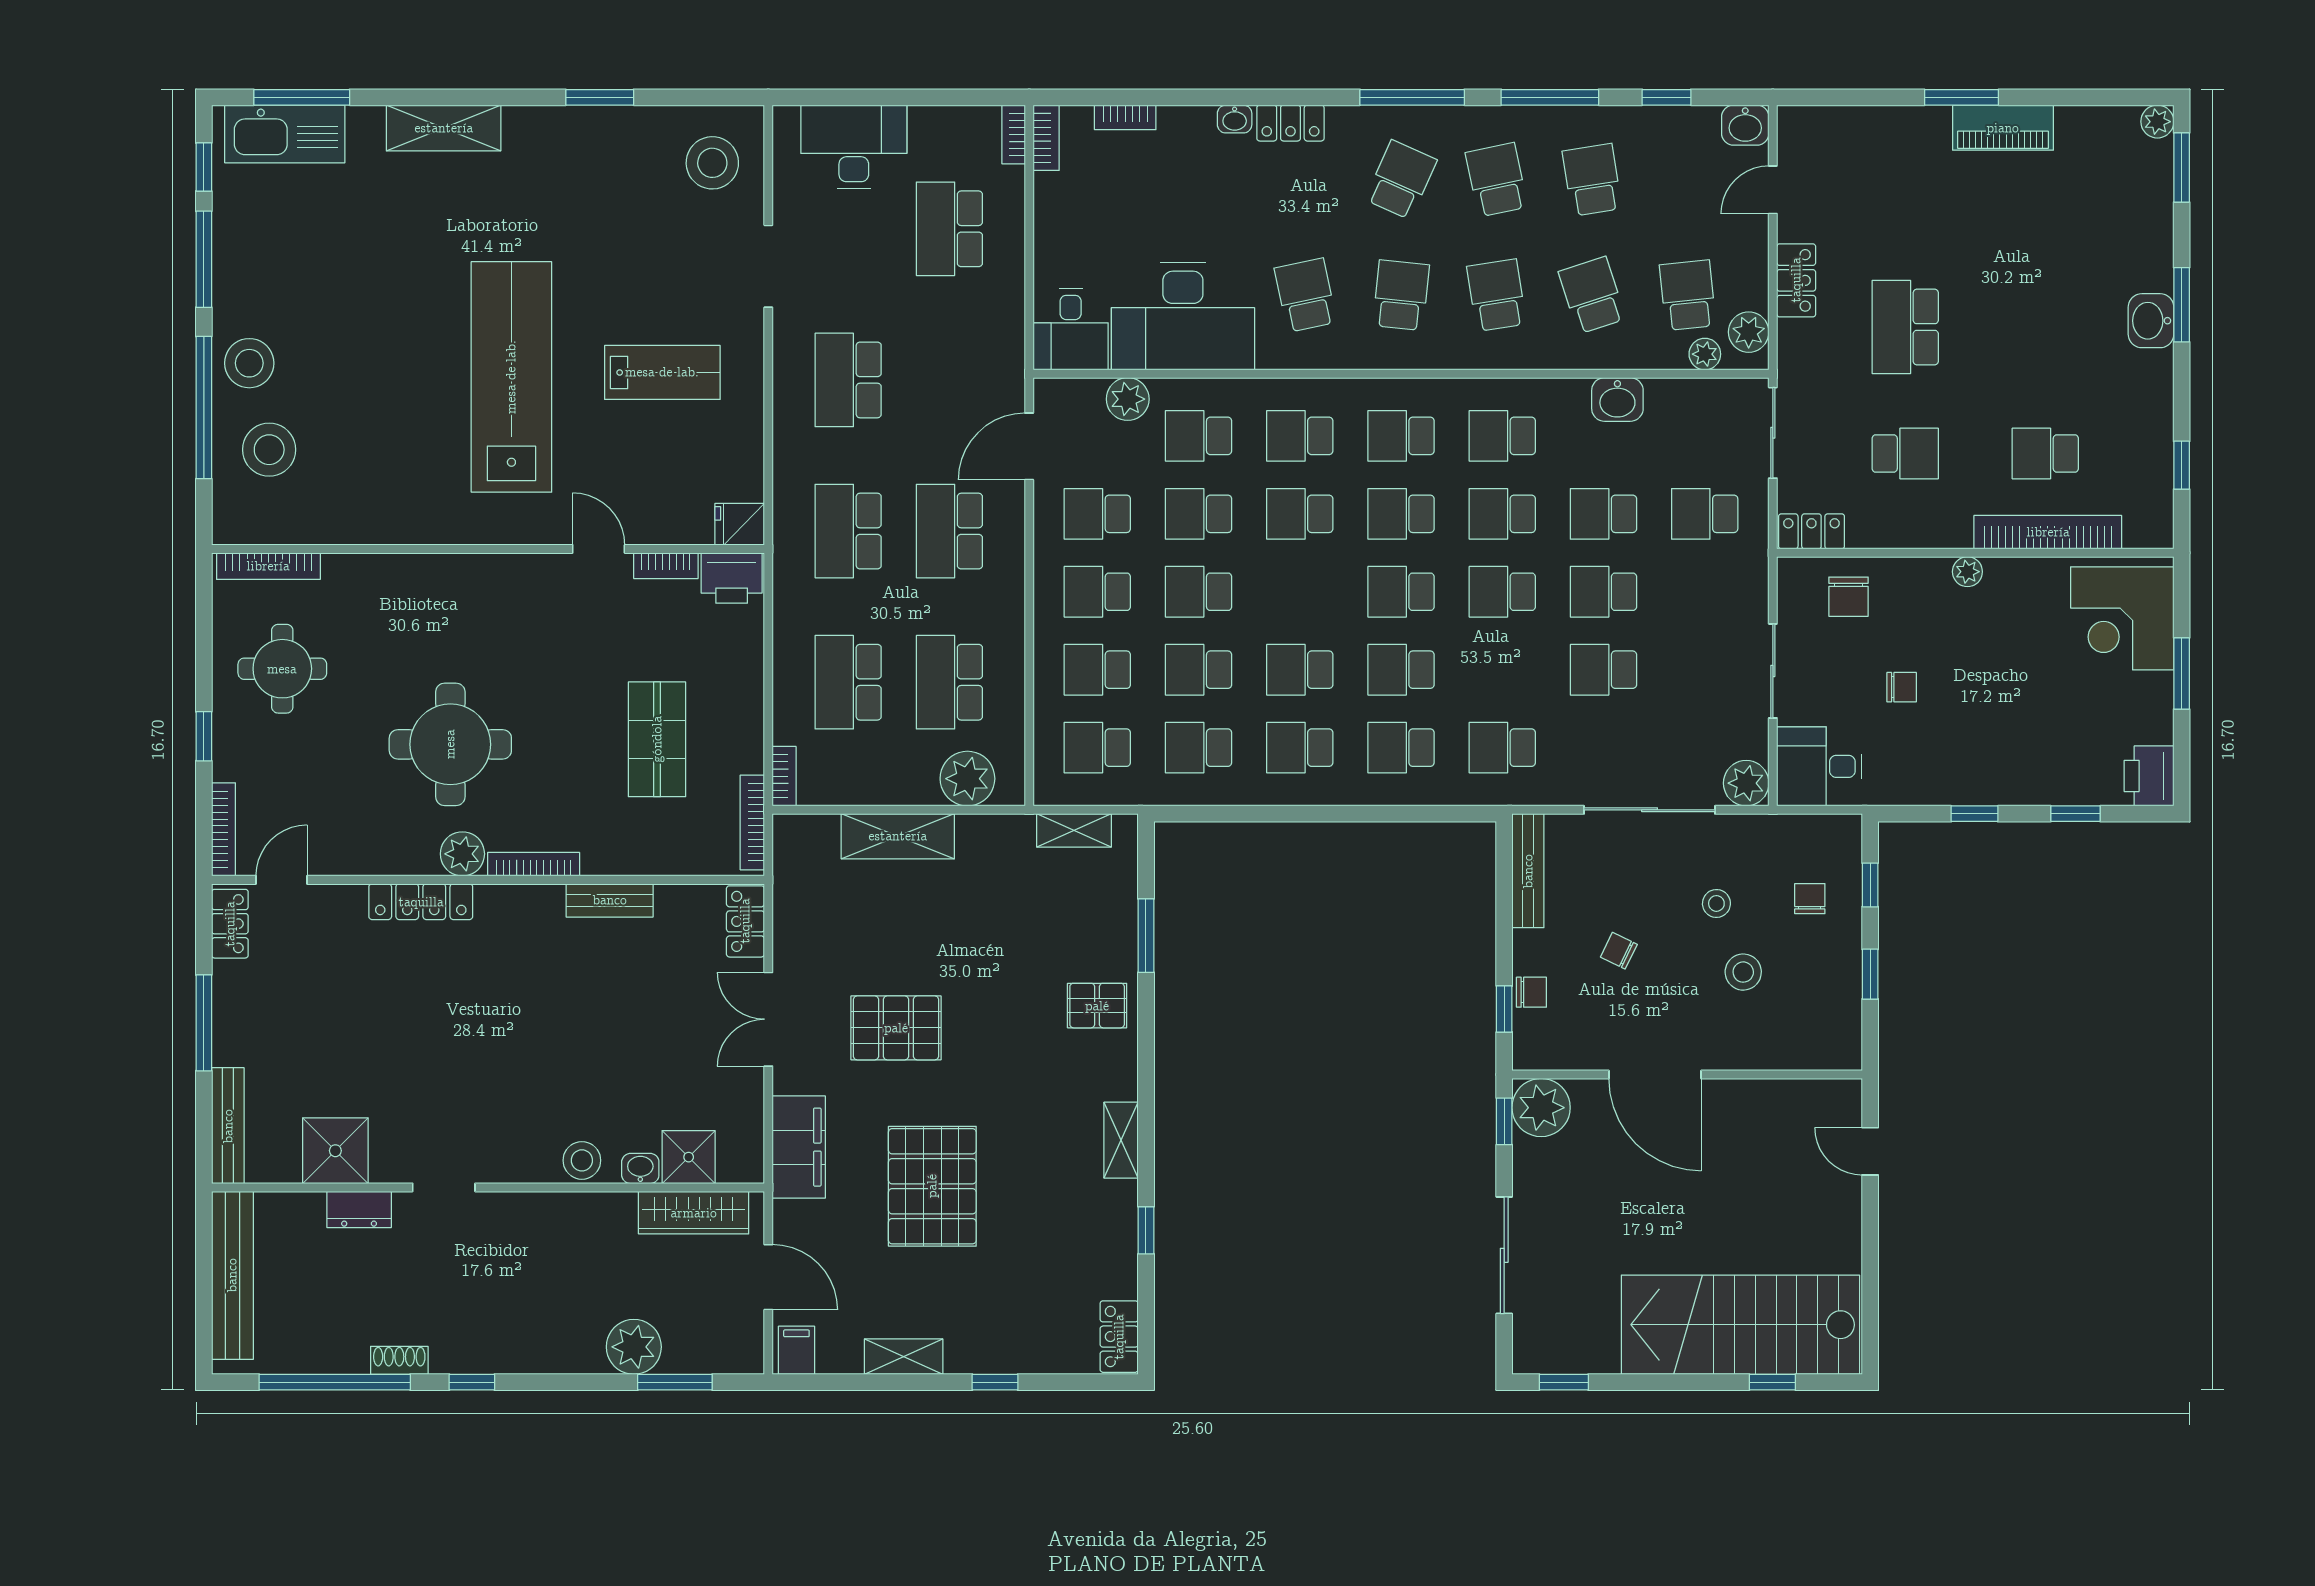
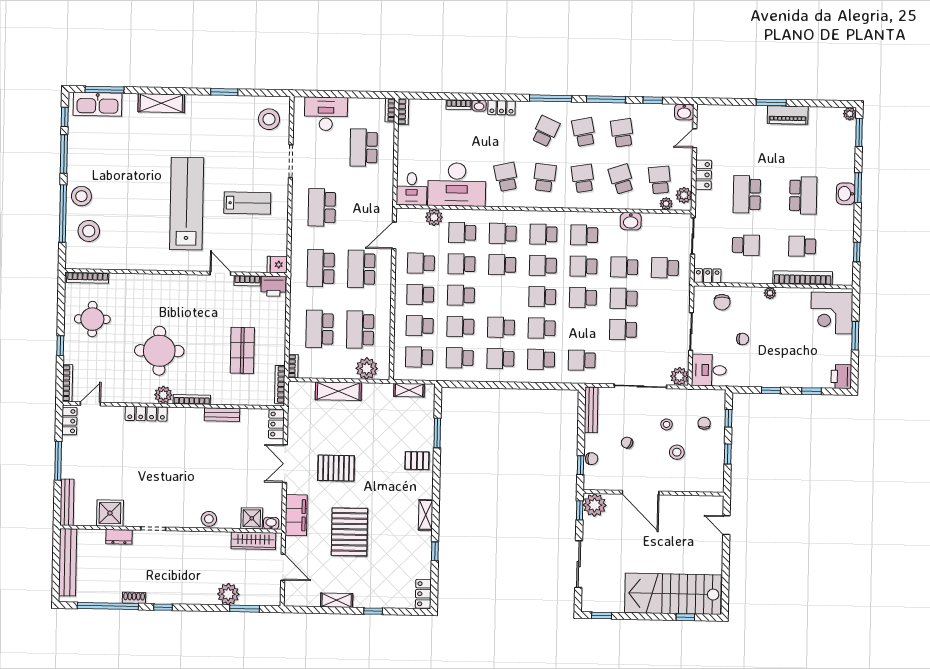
bookcase: (1125, 117) -> (459, 105), moved
school desk: (2045, 327) -> (803, 195), added
washbasin: (640, 1168) -> (271, 523), moved
filing cabinet: (796, 1350) -> (294, 597), removed

